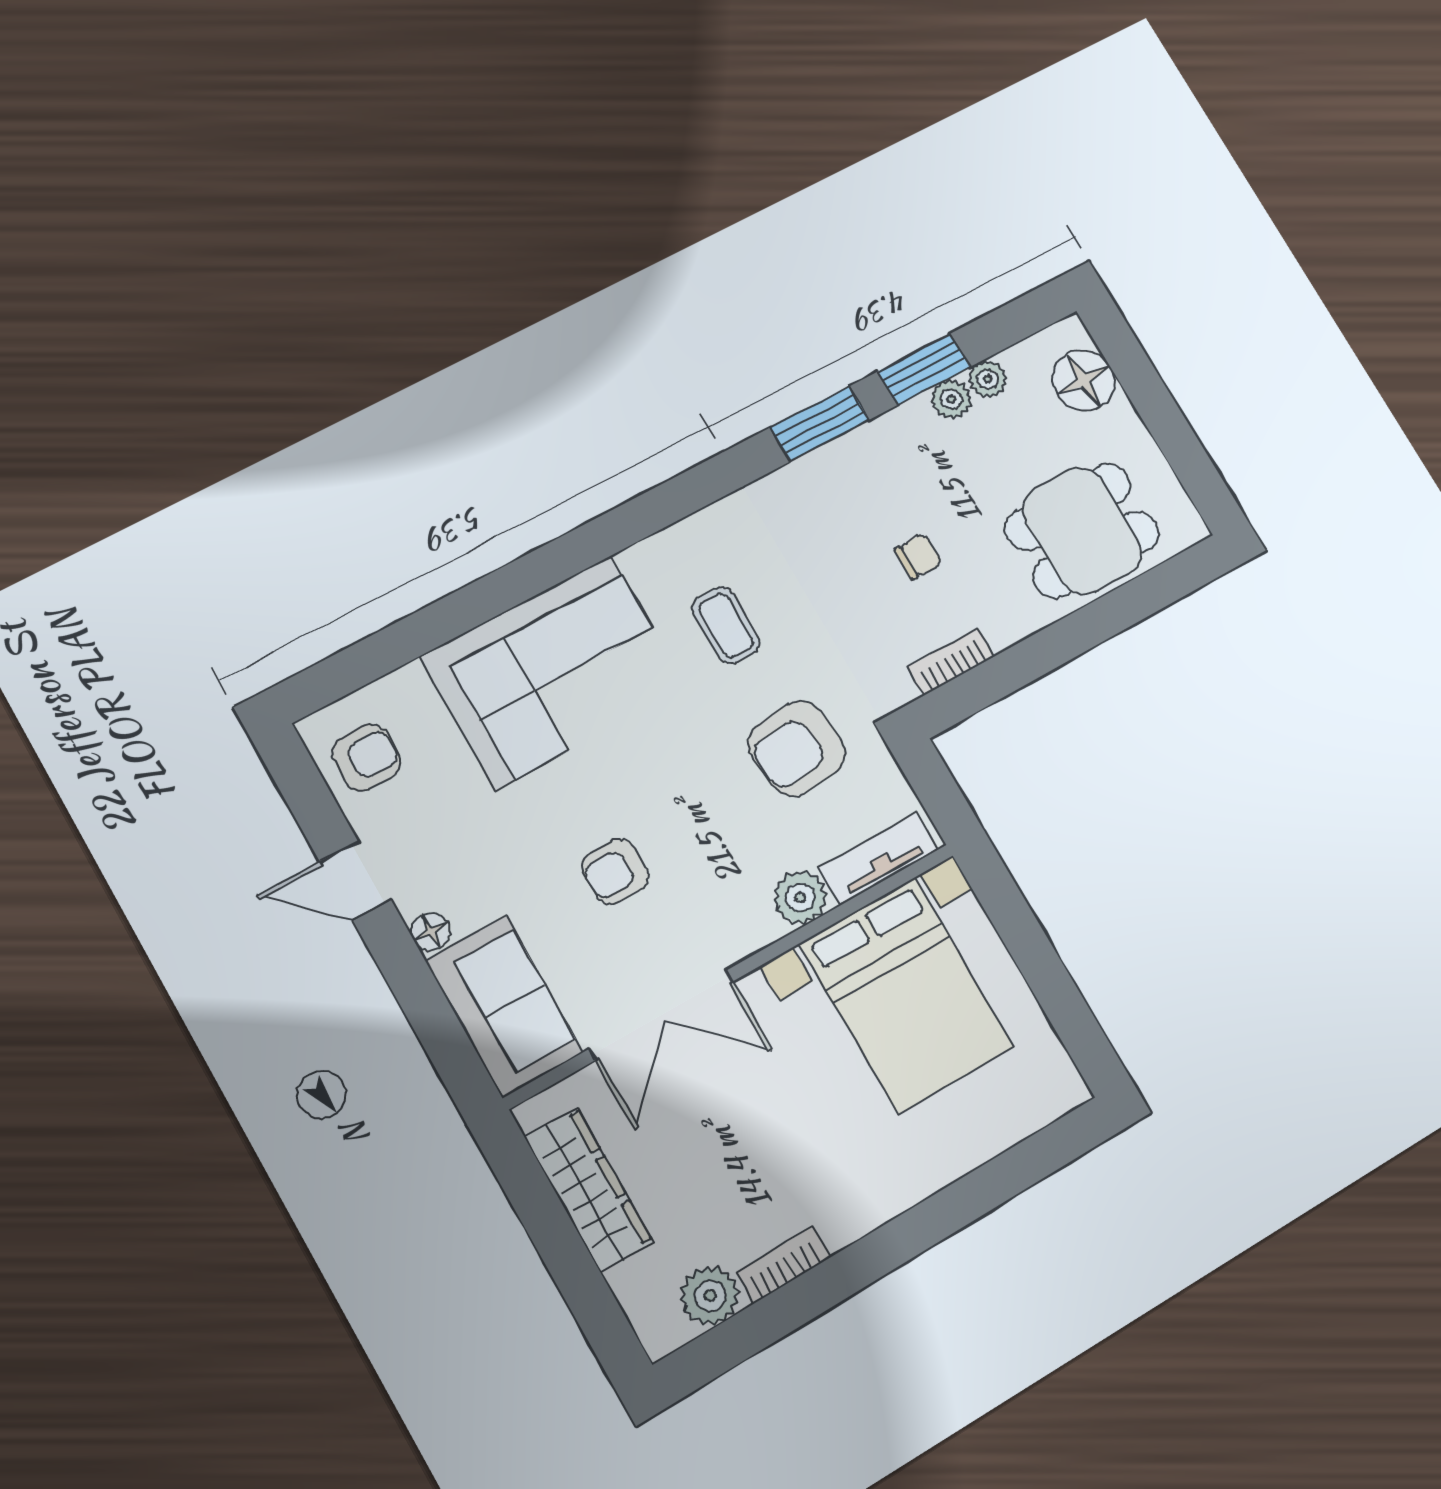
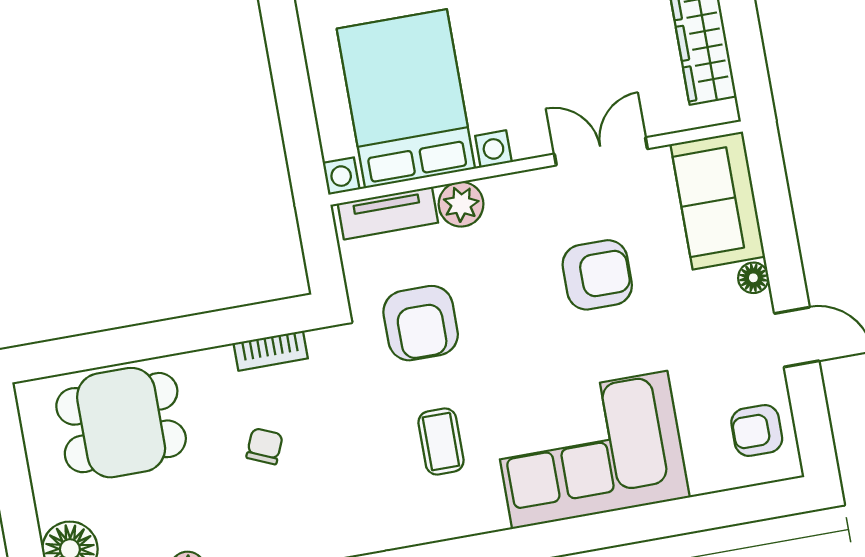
chair: (918, 556) -> (265, 446), turned 113
armchair: (797, 748) -> (421, 323), turned 96
armchair: (615, 872) -> (597, 275), width x1.38, depth x1.38
double door: (662, 1015) -> (601, 151), width x0.73

